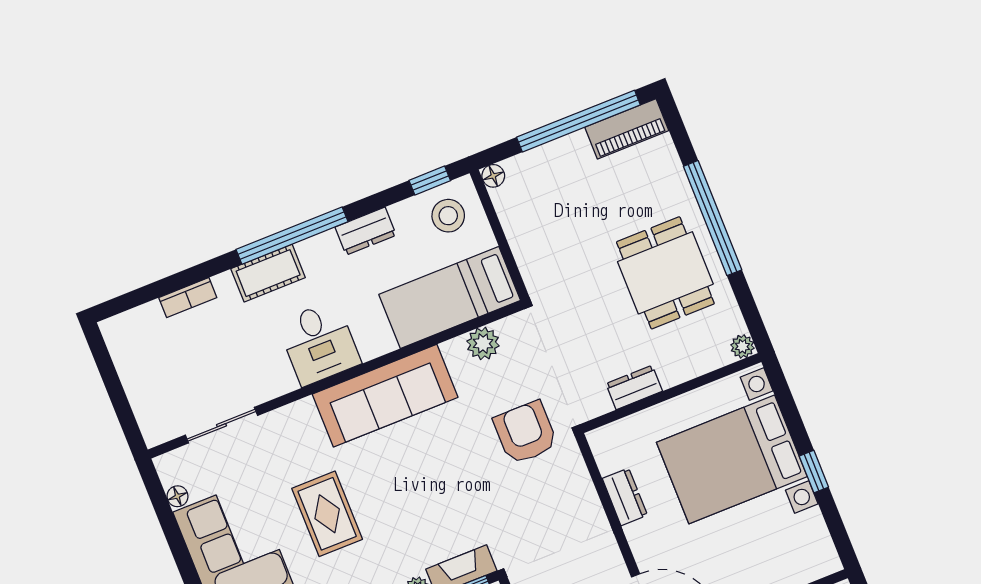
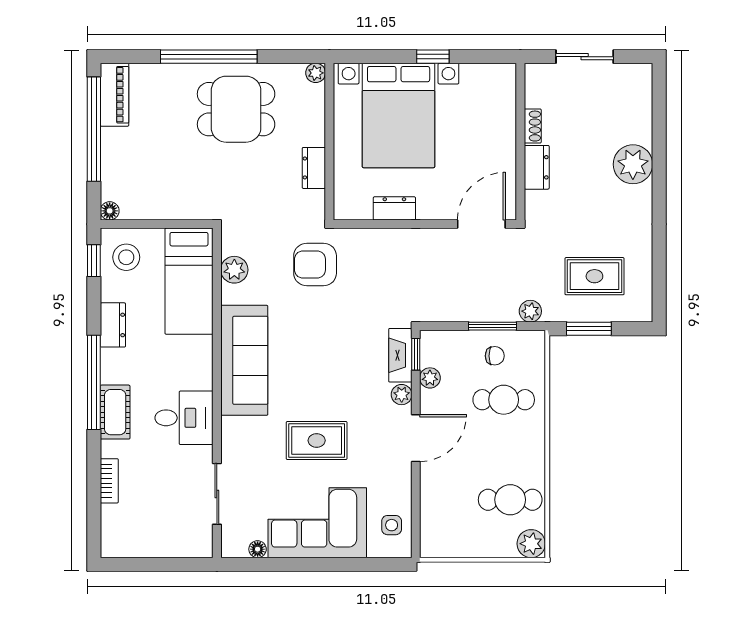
desk: (319, 343) -> (184, 418), moved

